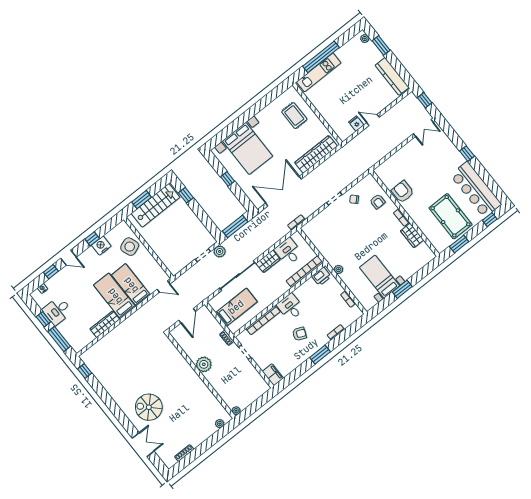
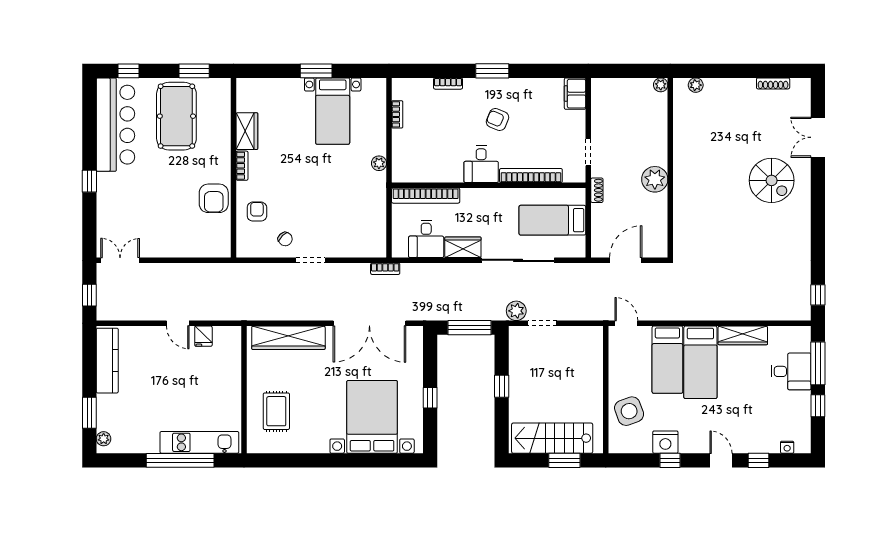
window: (186, 195) -> (502, 386), moved
printer: (321, 276) -> (409, 172), removed
desk: (57, 311) -> (791, 371), moved

